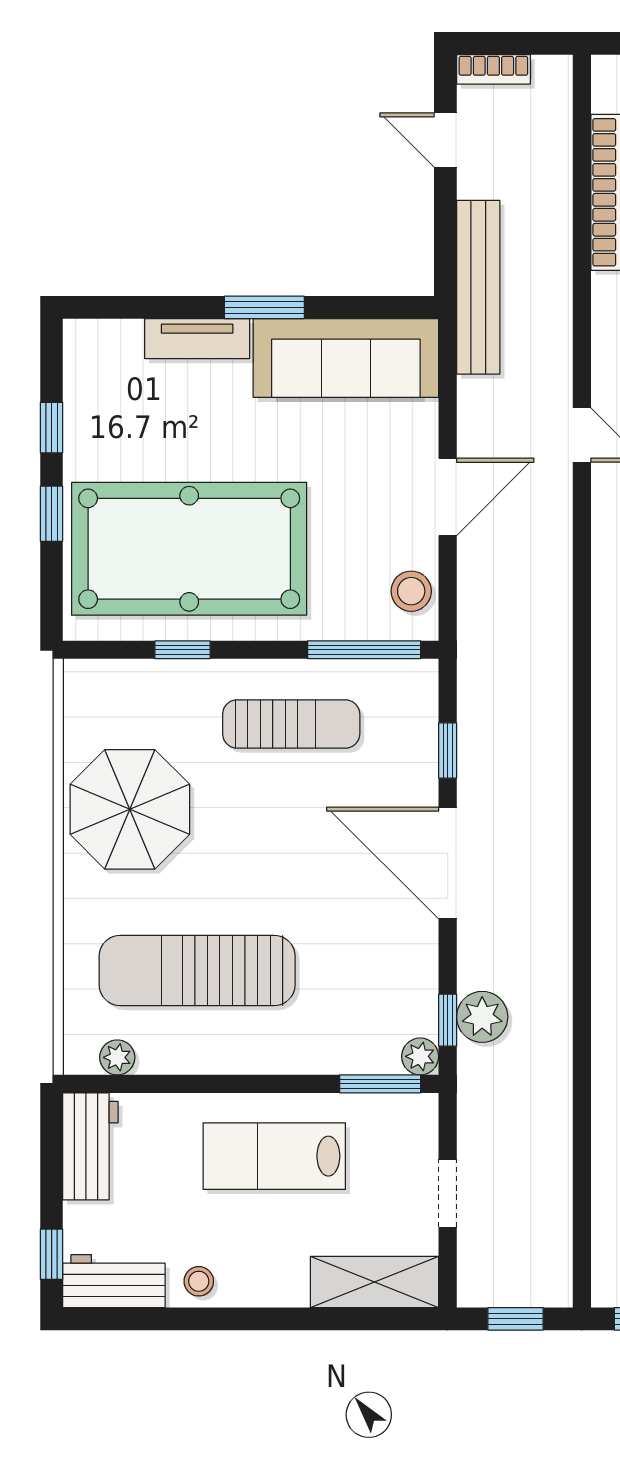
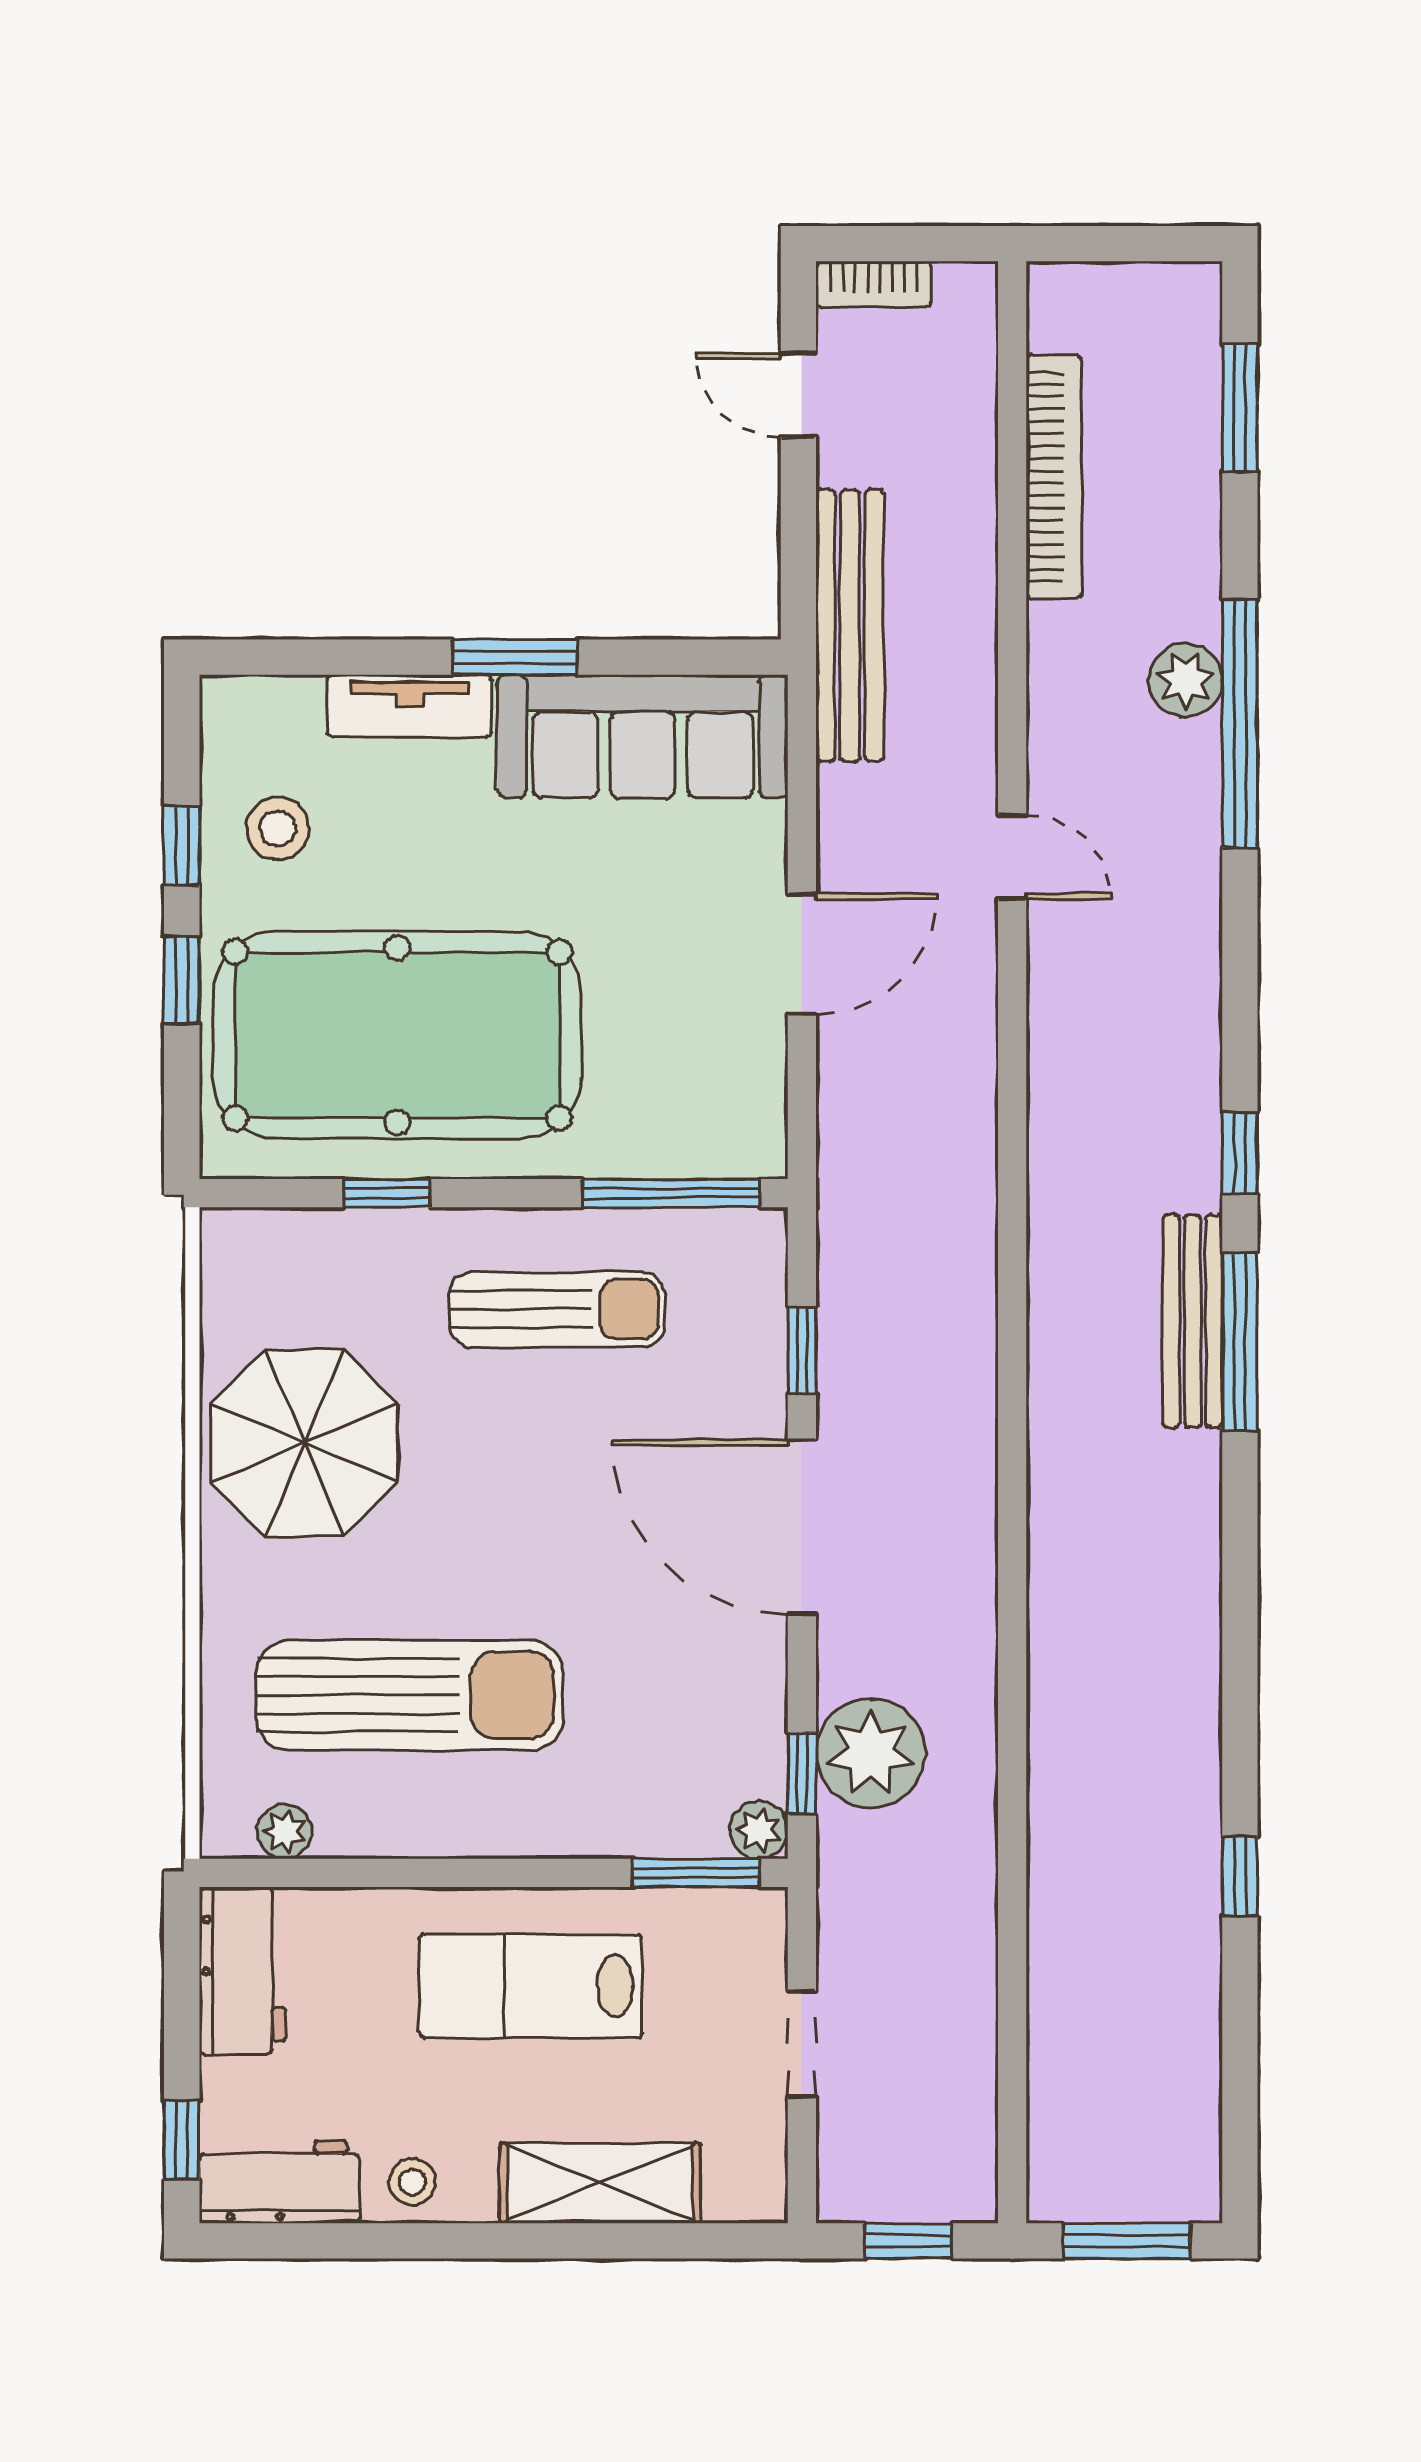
stool: (411, 591) -> (278, 828), moved
sun lounger: (197, 970) -> (410, 1695), turned 180
plant: (482, 1017) -> (871, 1753), width x1.36, depth x1.36
shelving: (375, 1282) -> (600, 2183), moved

